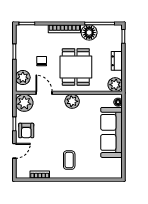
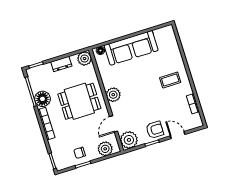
chair: (42, 61) -> (80, 153), moved

